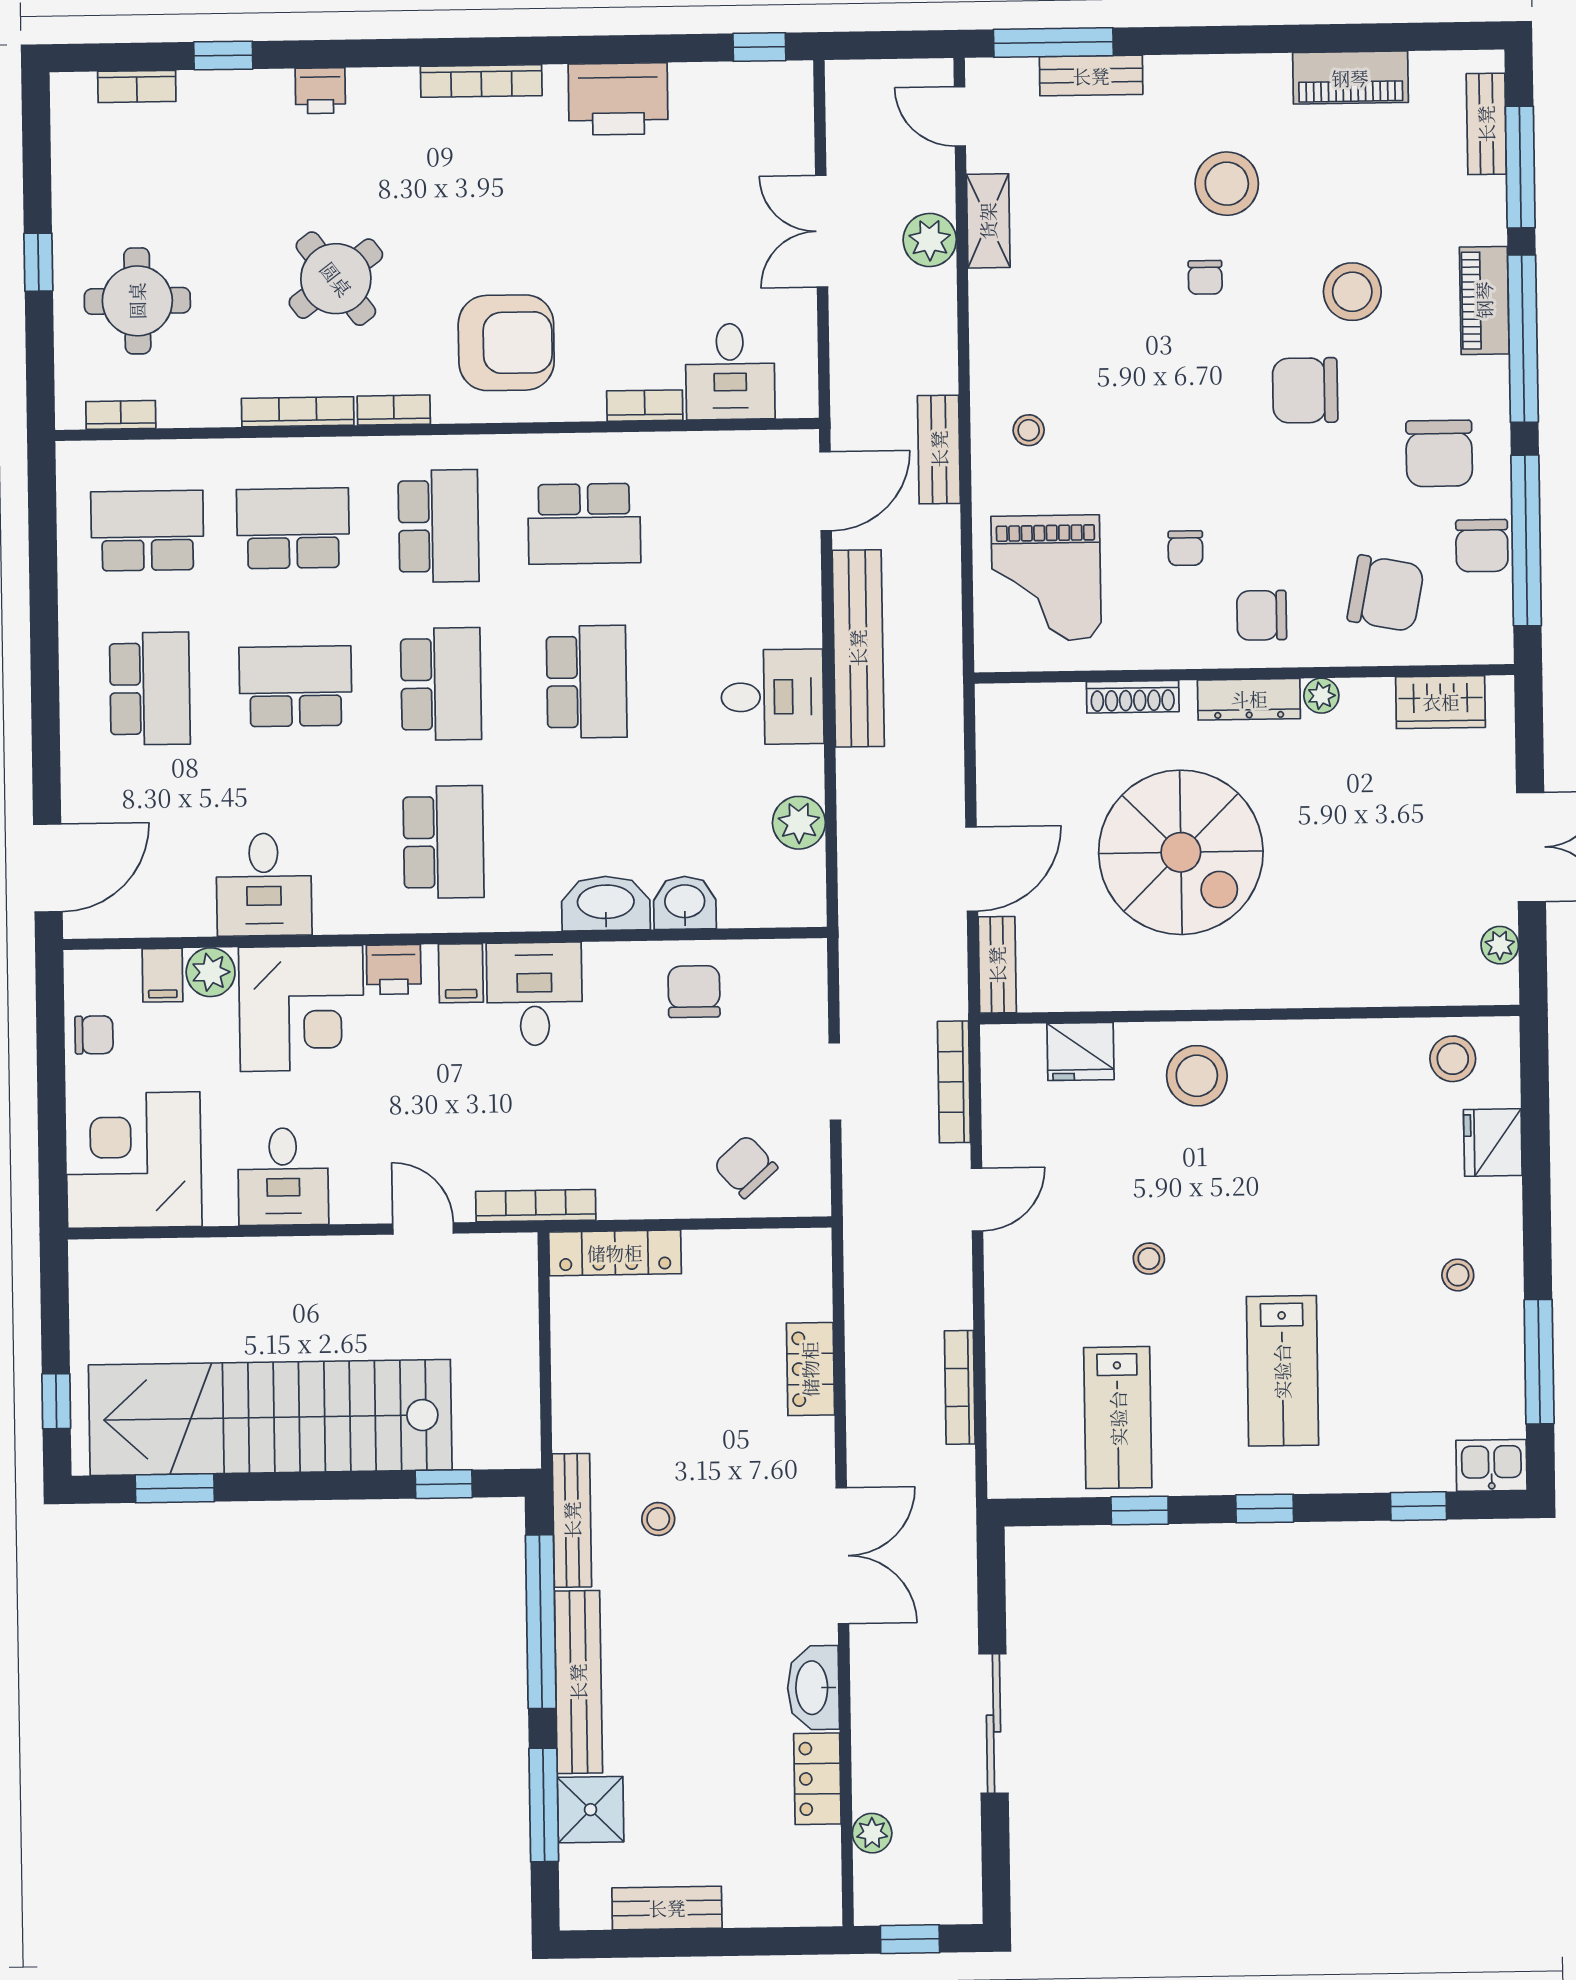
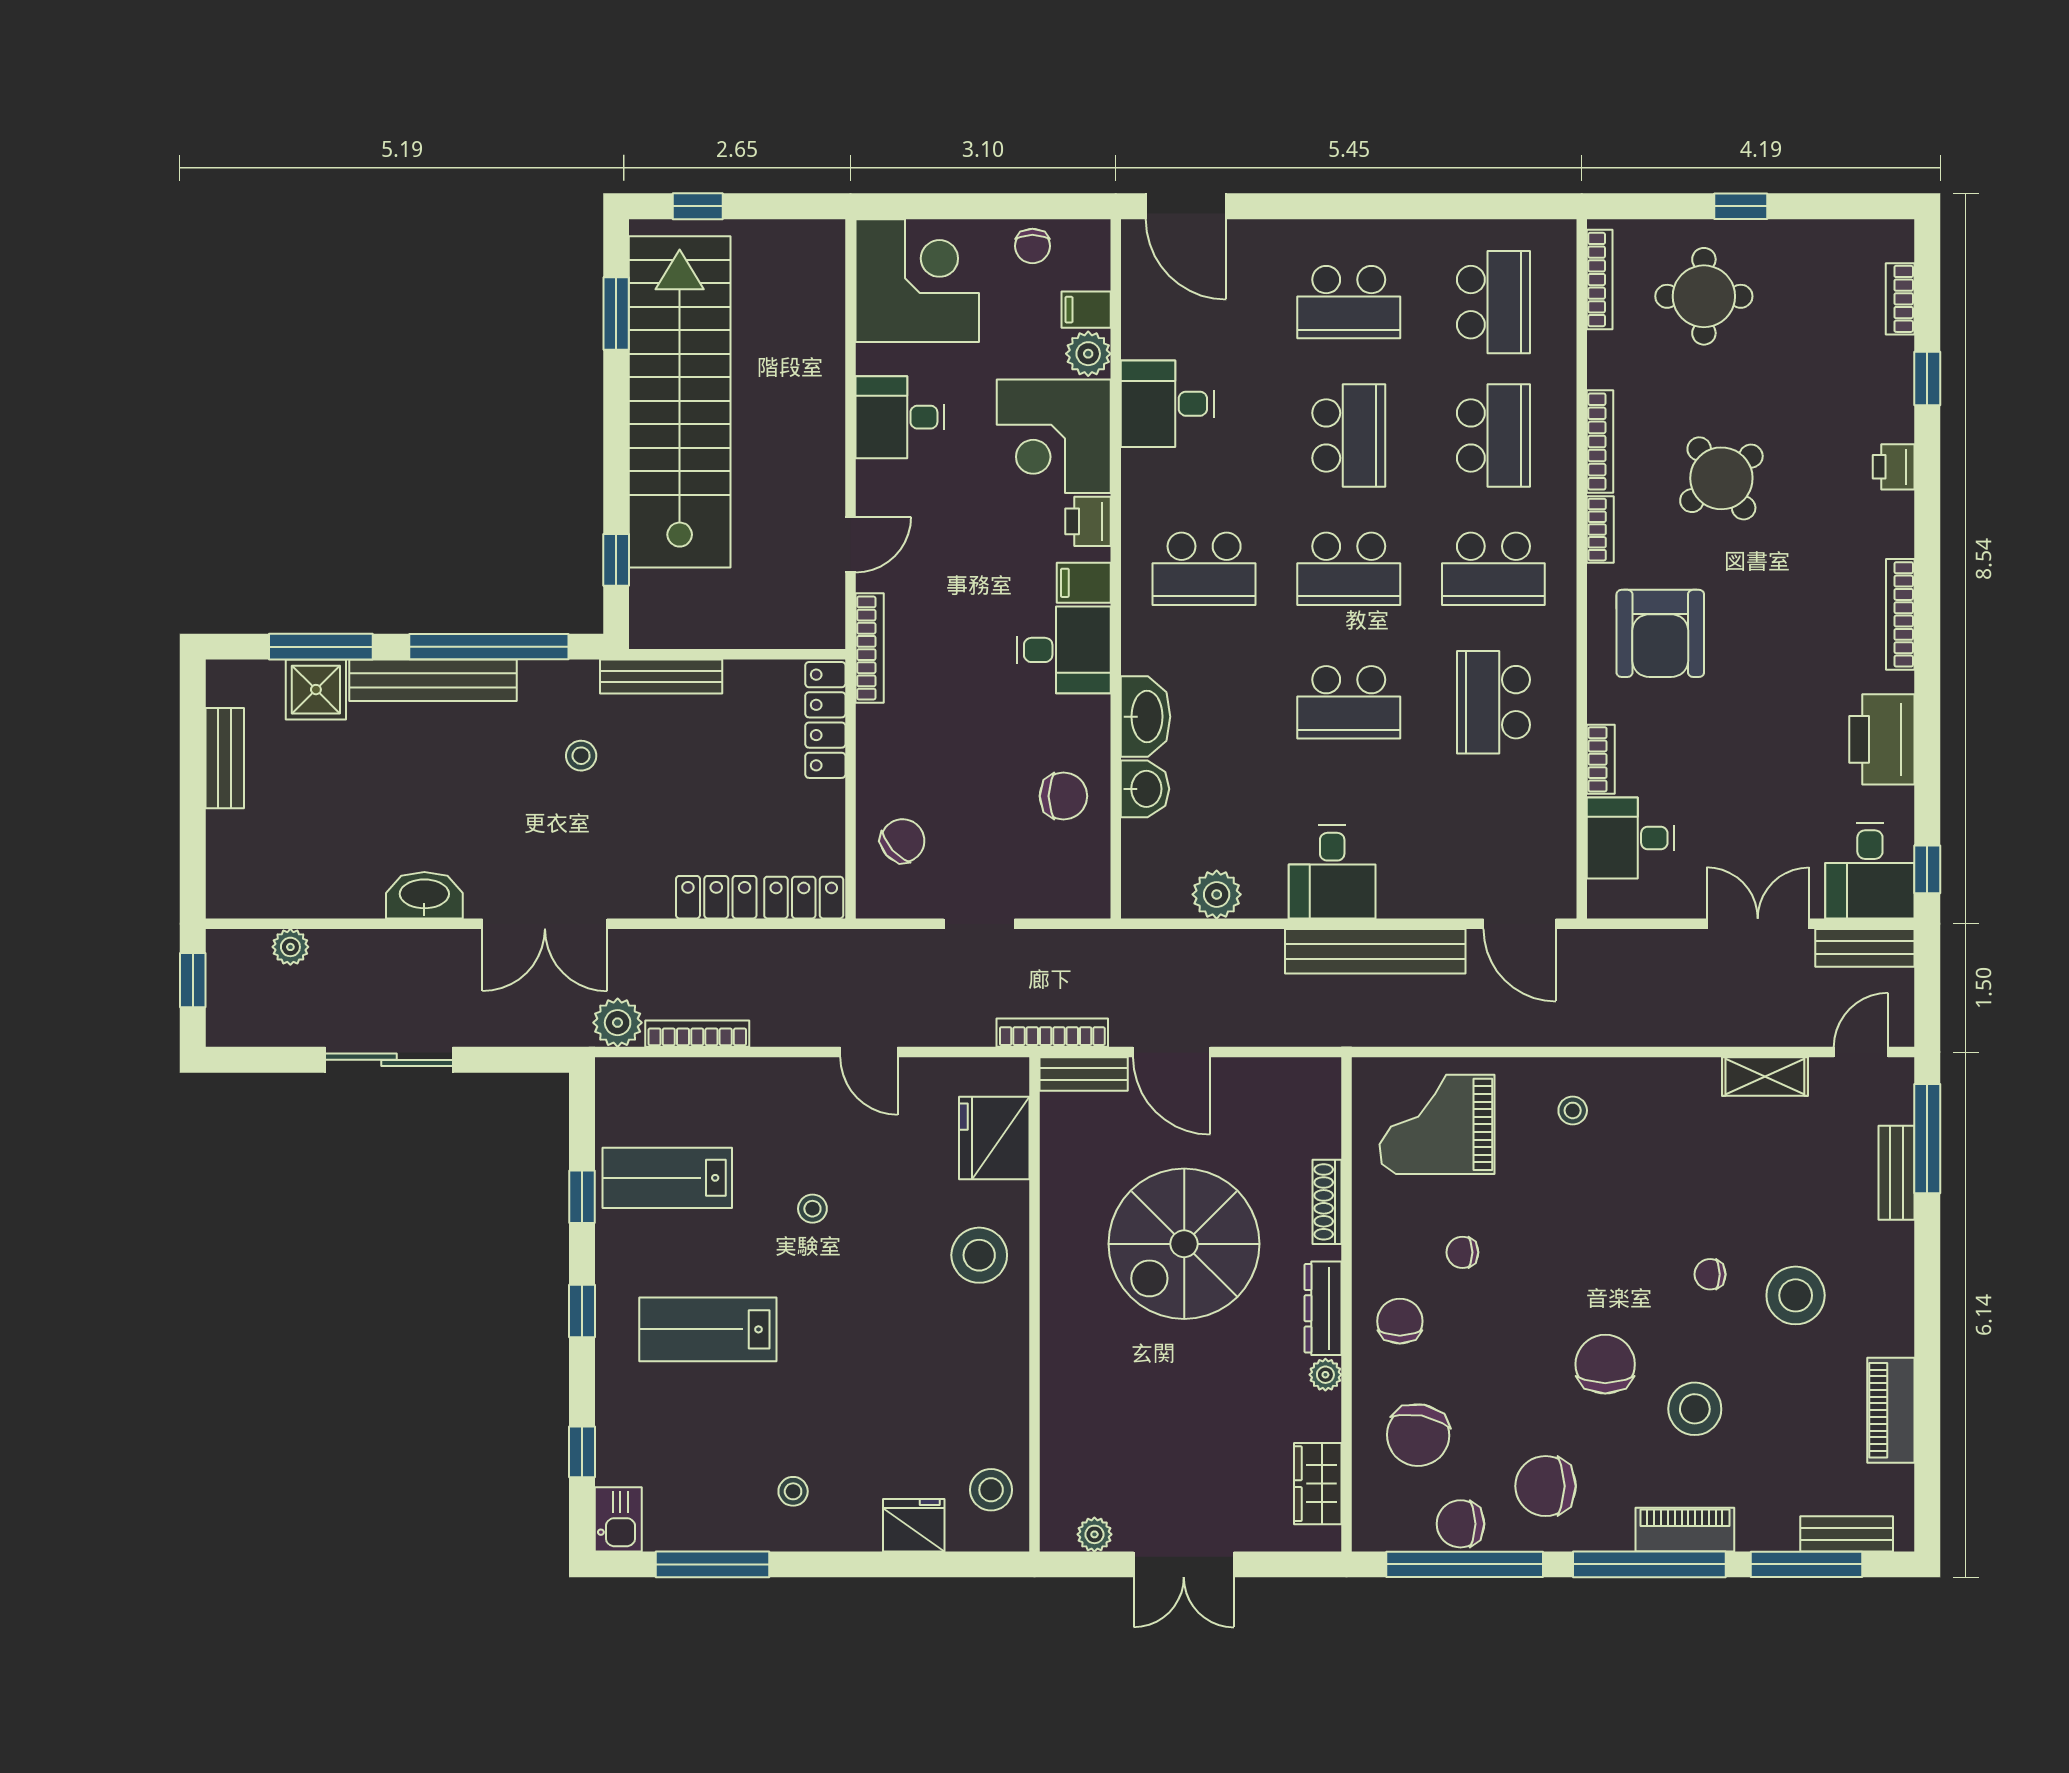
desk: (762, 110) -> (1870, 871), added
plant: (930, 240) -> (618, 1023), moved
bookcase: (121, 415) -> (1600, 280), width x1.56
bench: (939, 449) -> (1865, 948), moved
fridge: (1081, 1051) -> (994, 1138), width x1.36, depth x1.34
bookcase: (954, 1082) -> (1052, 1033), moved
bench: (572, 1520) -> (661, 677), moved
locker: (817, 1779) -> (804, 898), moved

